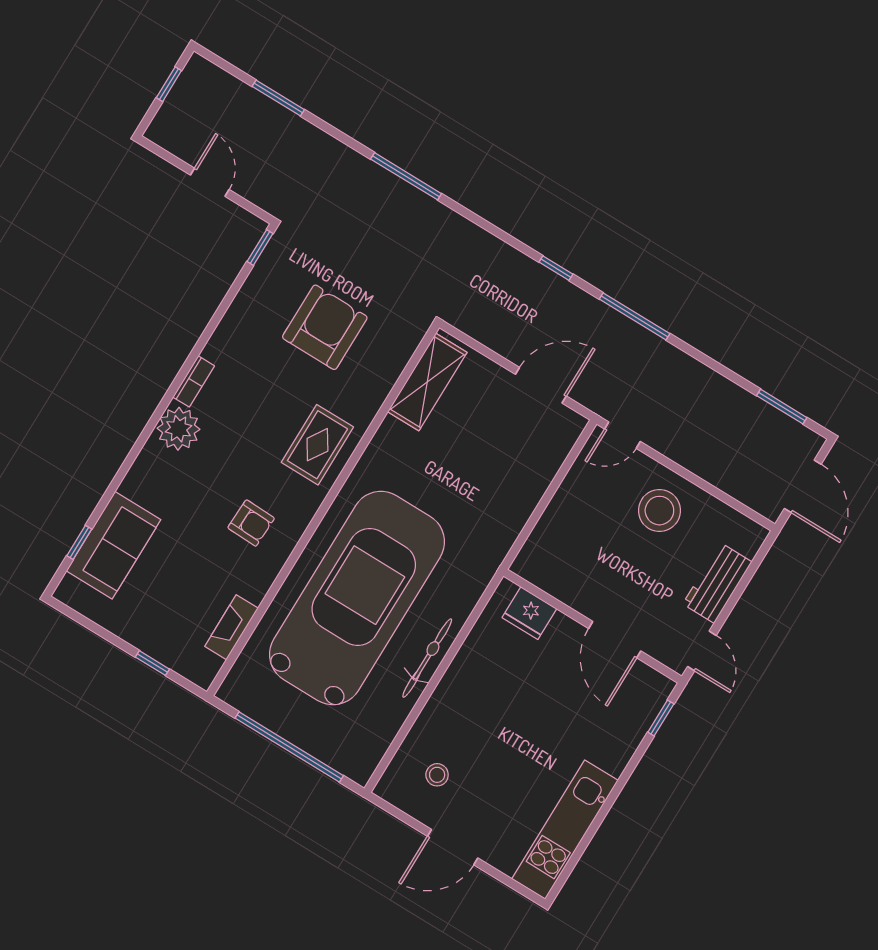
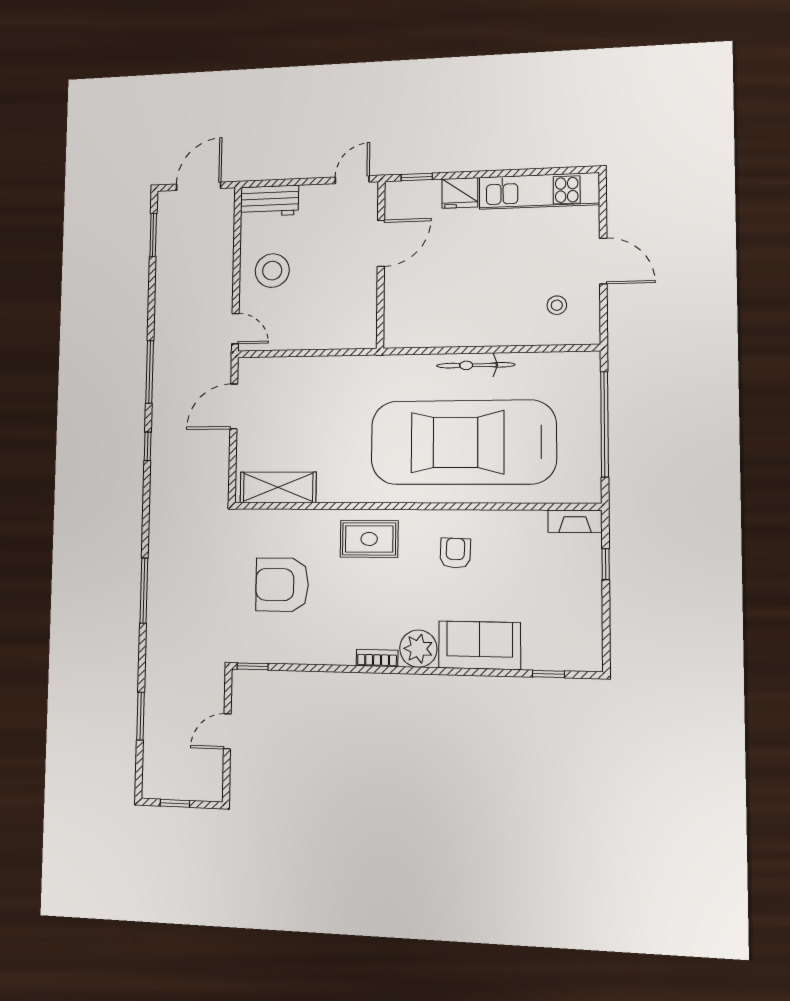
door: (541, 385) -> (234, 406), hinge flipped
sofa: (114, 545) -> (480, 645), moved
workbench: (717, 583) -> (269, 201), moved
fridge: (529, 613) -> (460, 193), moved, turned 90
fireplace: (231, 627) -> (575, 521), moved

